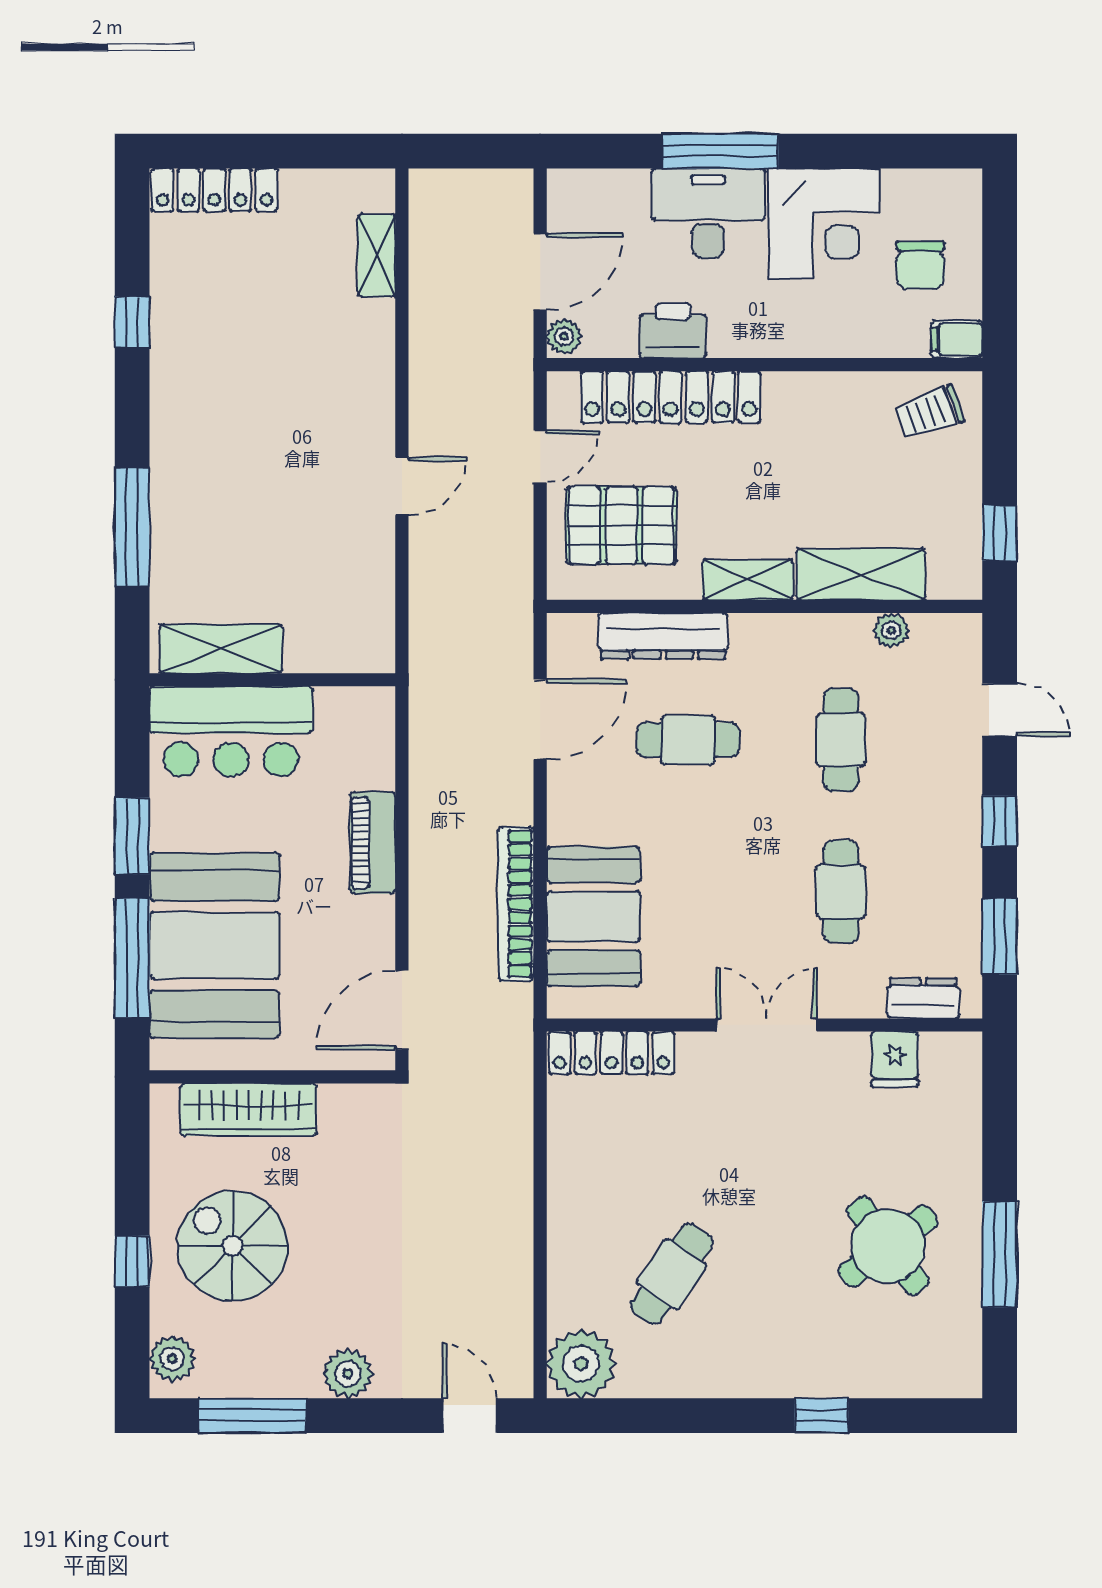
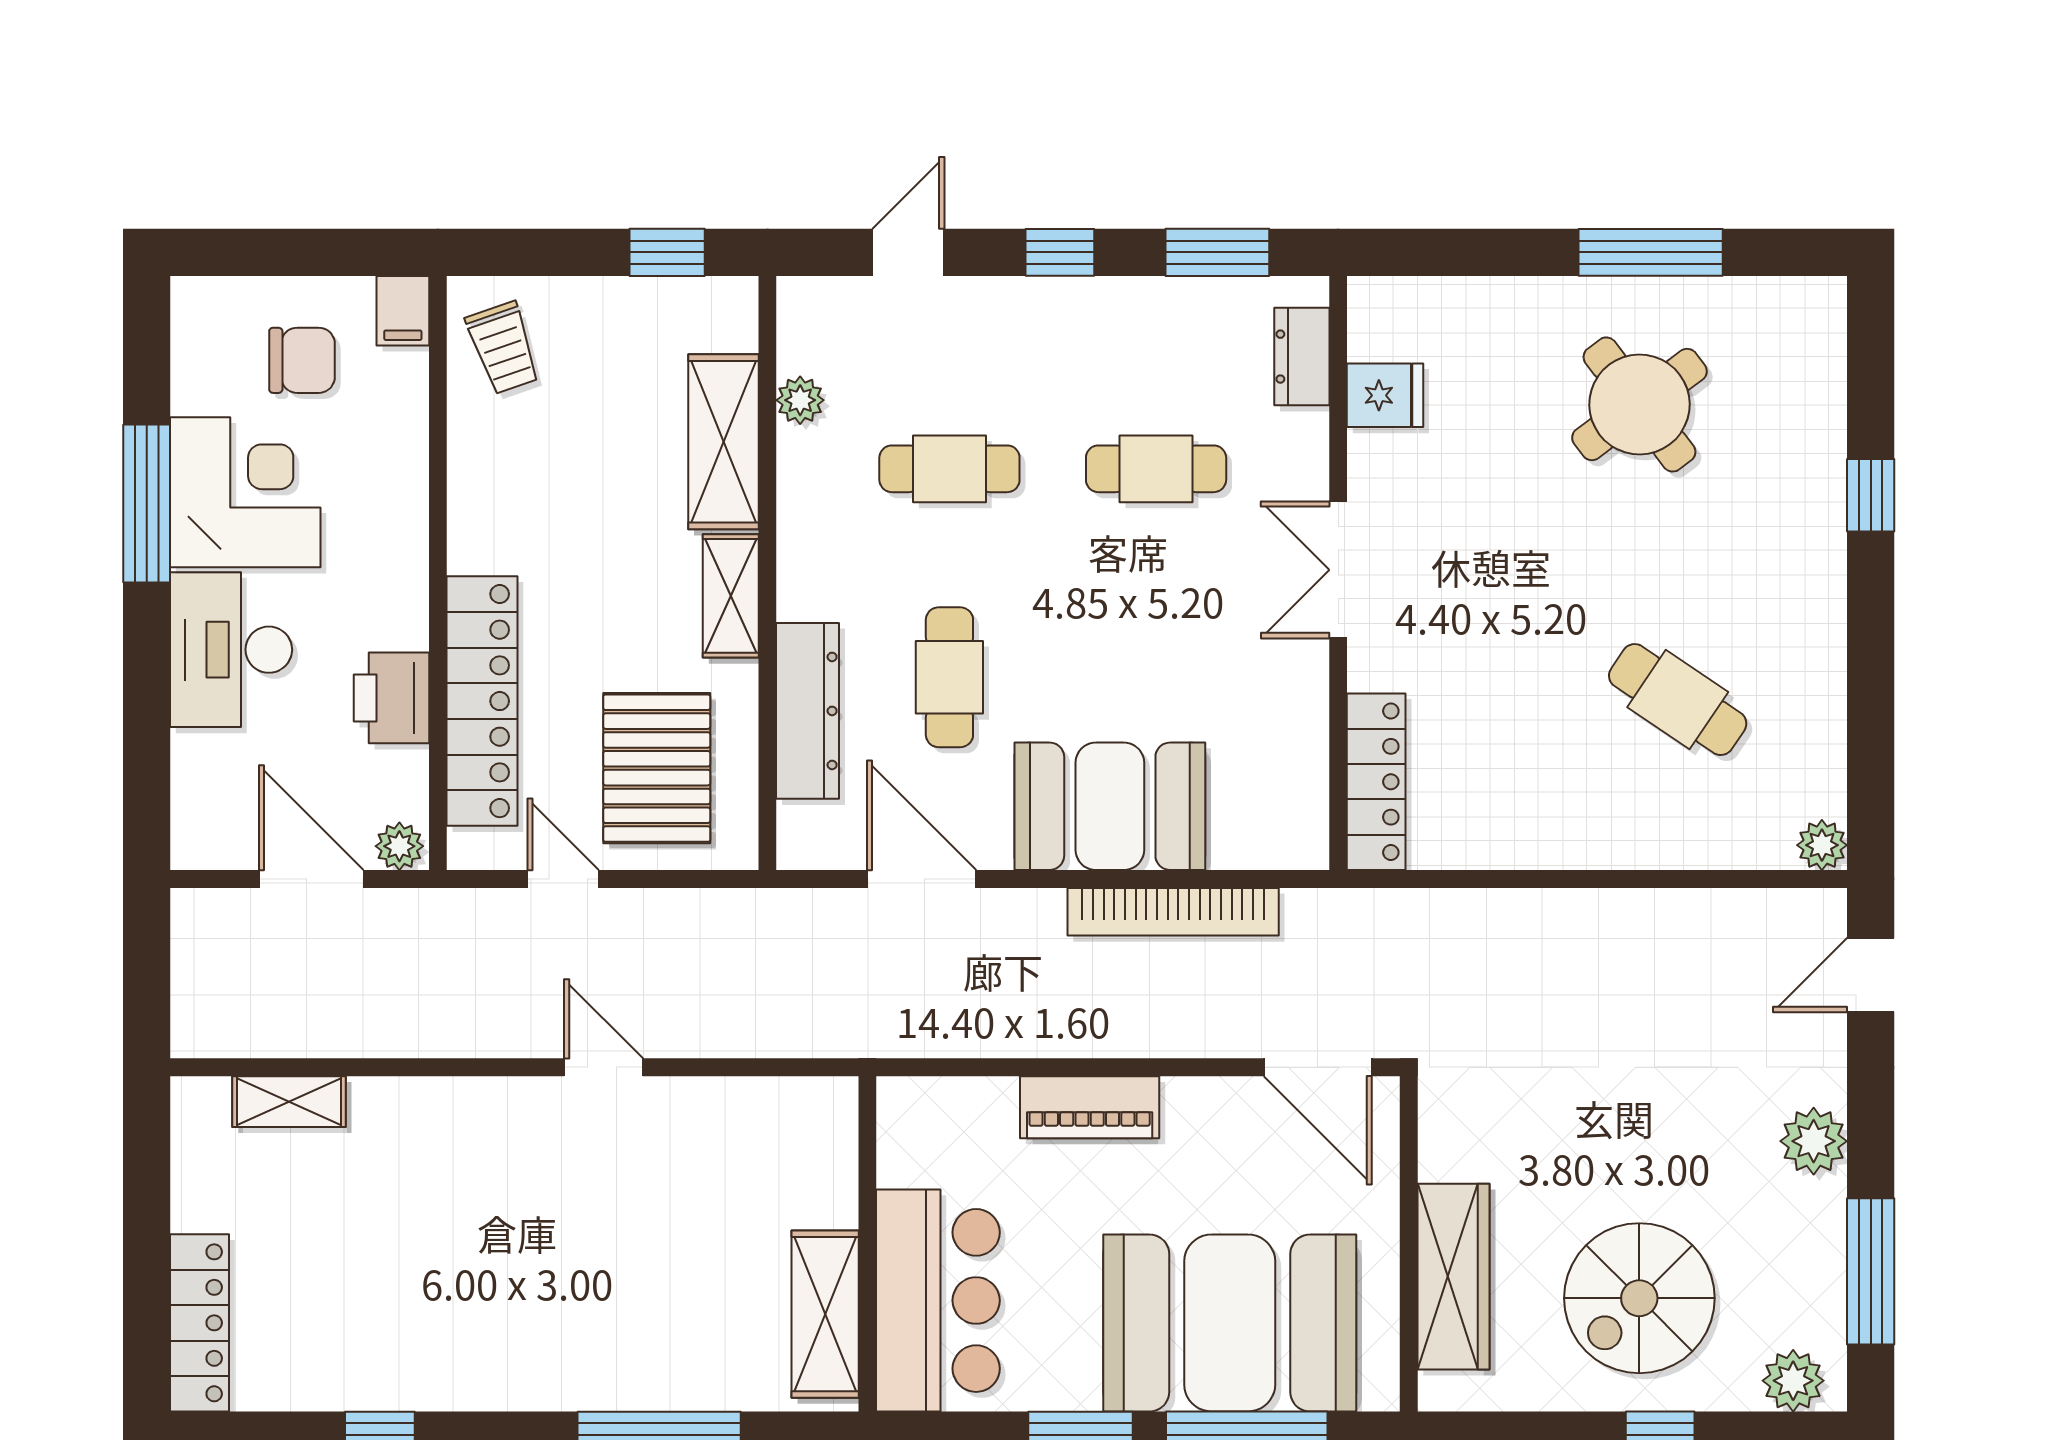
window: (720, 151) -> (147, 503), moved
booth: (593, 916) -> (1110, 806), moved
plant: (581, 1364) -> (1822, 845), width x0.53, depth x0.53

